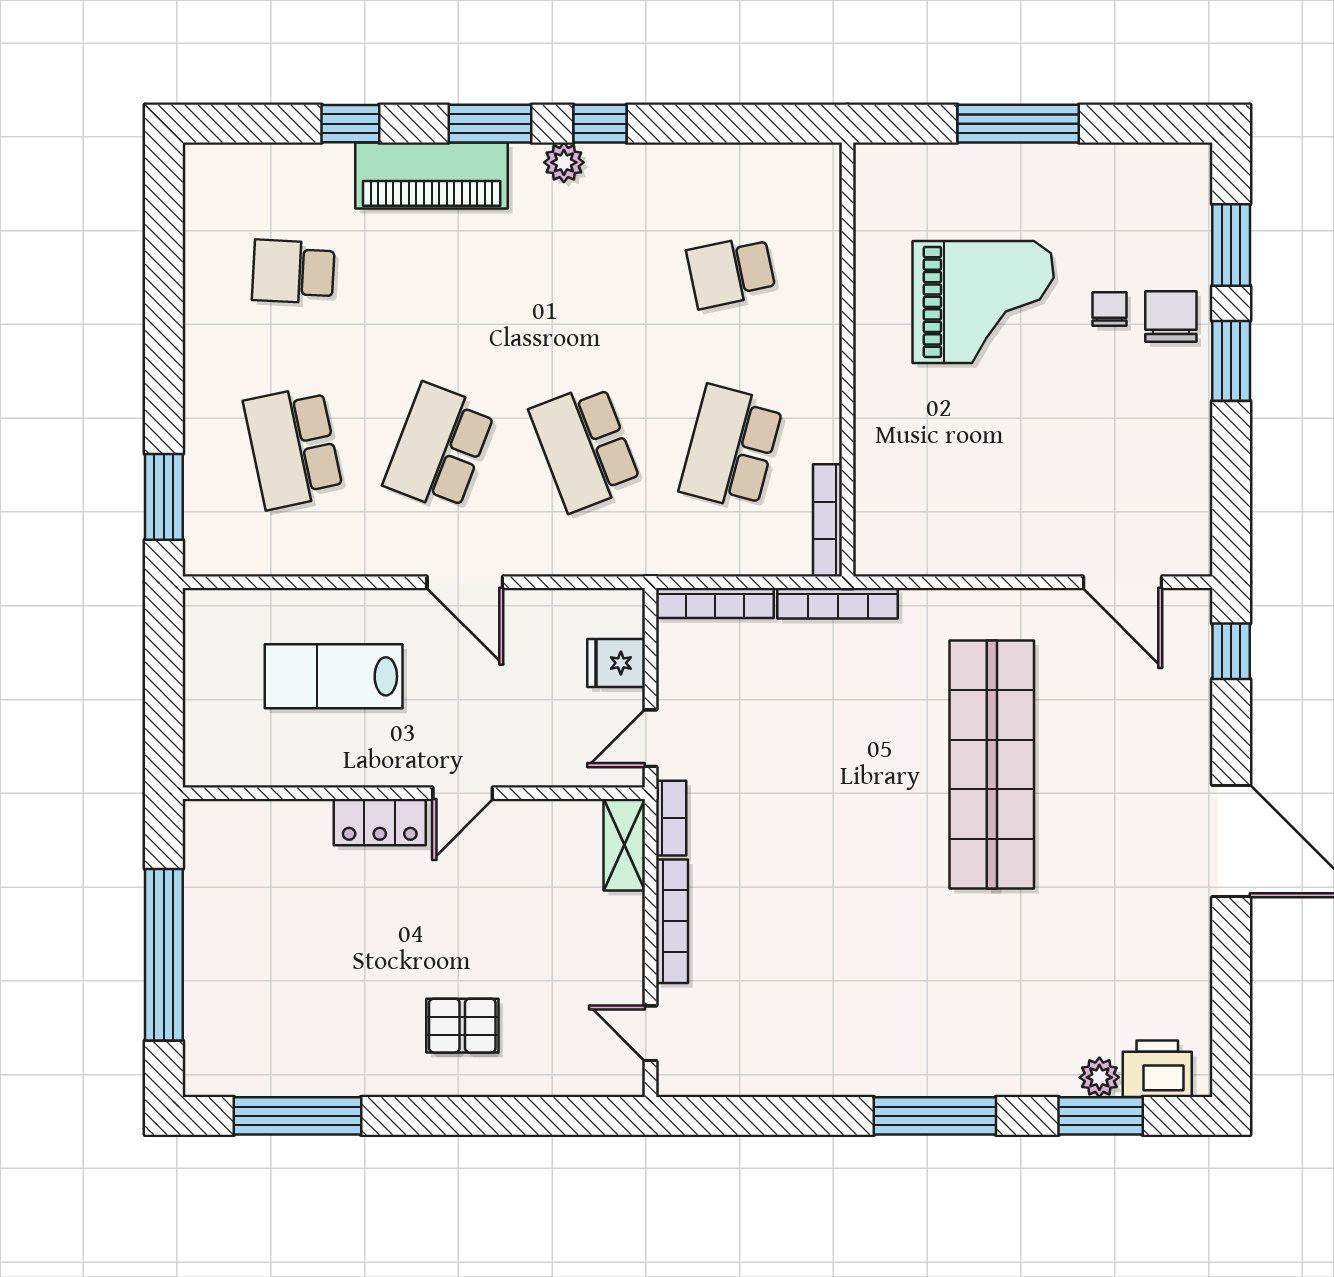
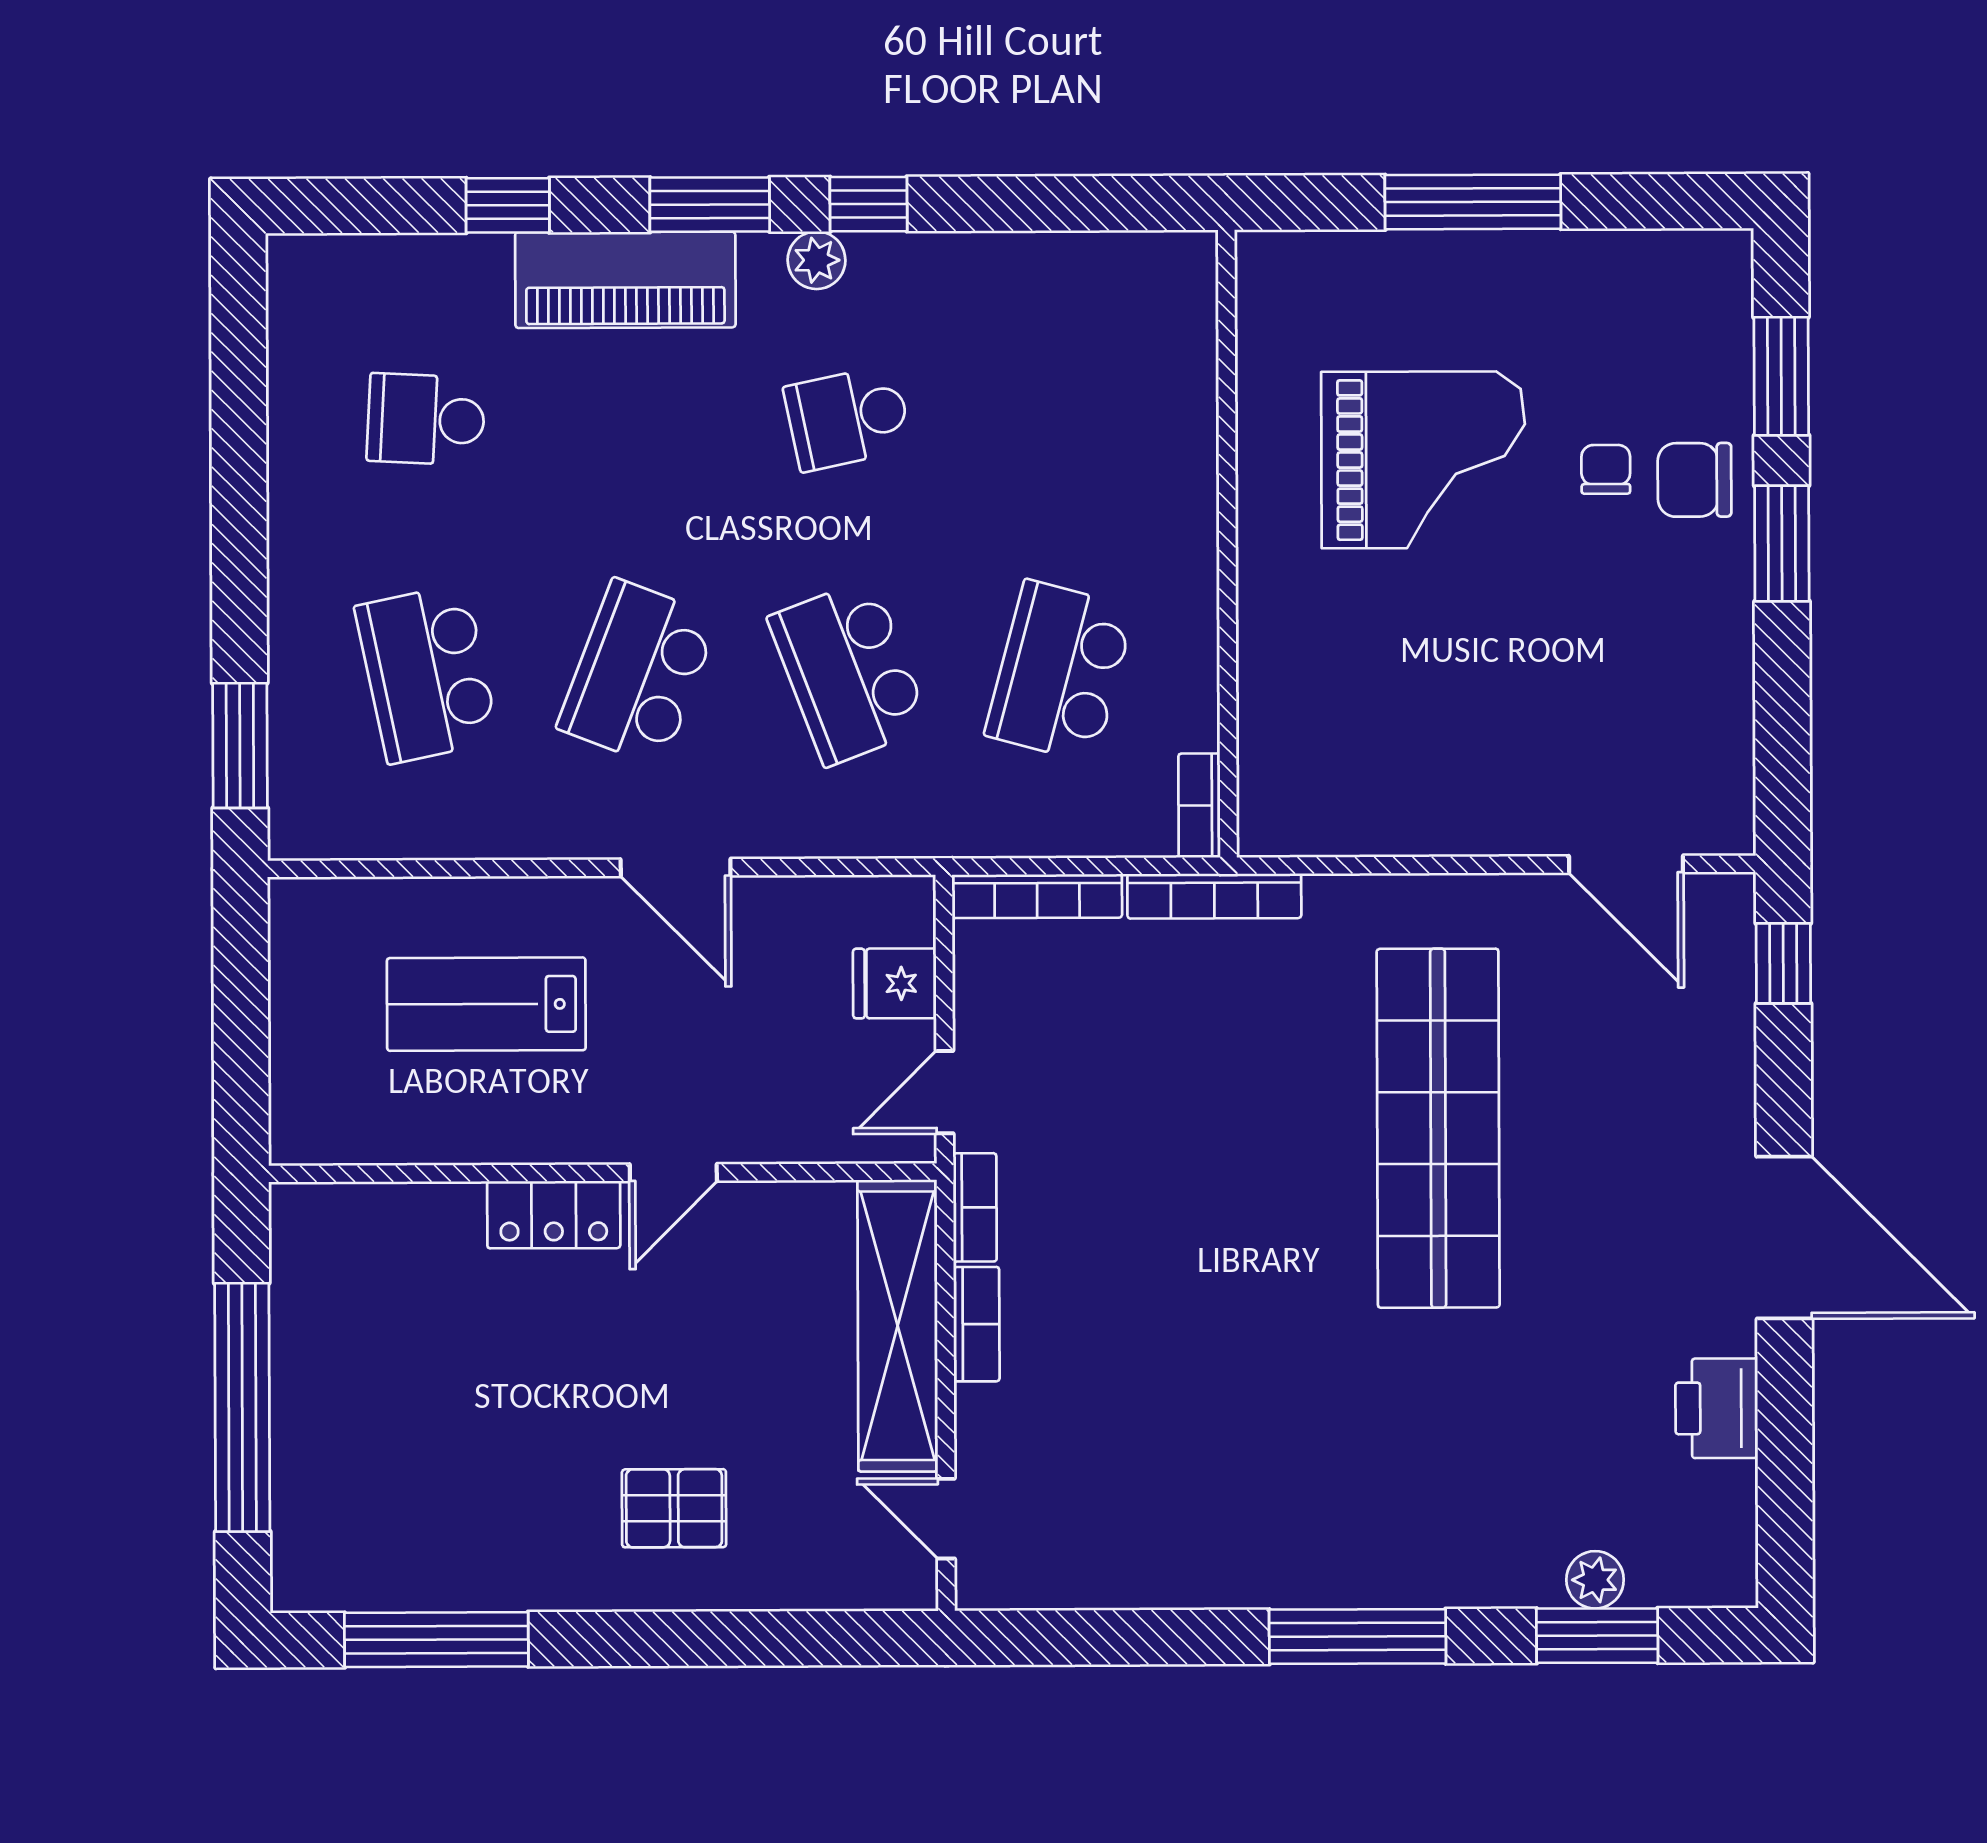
school desk: (731, 272) -> (848, 418), moved
chair: (1171, 317) -> (1695, 480), turned -90
bookcase: (827, 520) -> (1199, 806), width x0.64
shelving: (624, 845) -> (898, 1326), width x2.20, depth x1.33
bookcase: (672, 921) -> (977, 1324), width x0.64
printer: (1157, 1069) -> (1717, 1408), moved, turned -90

